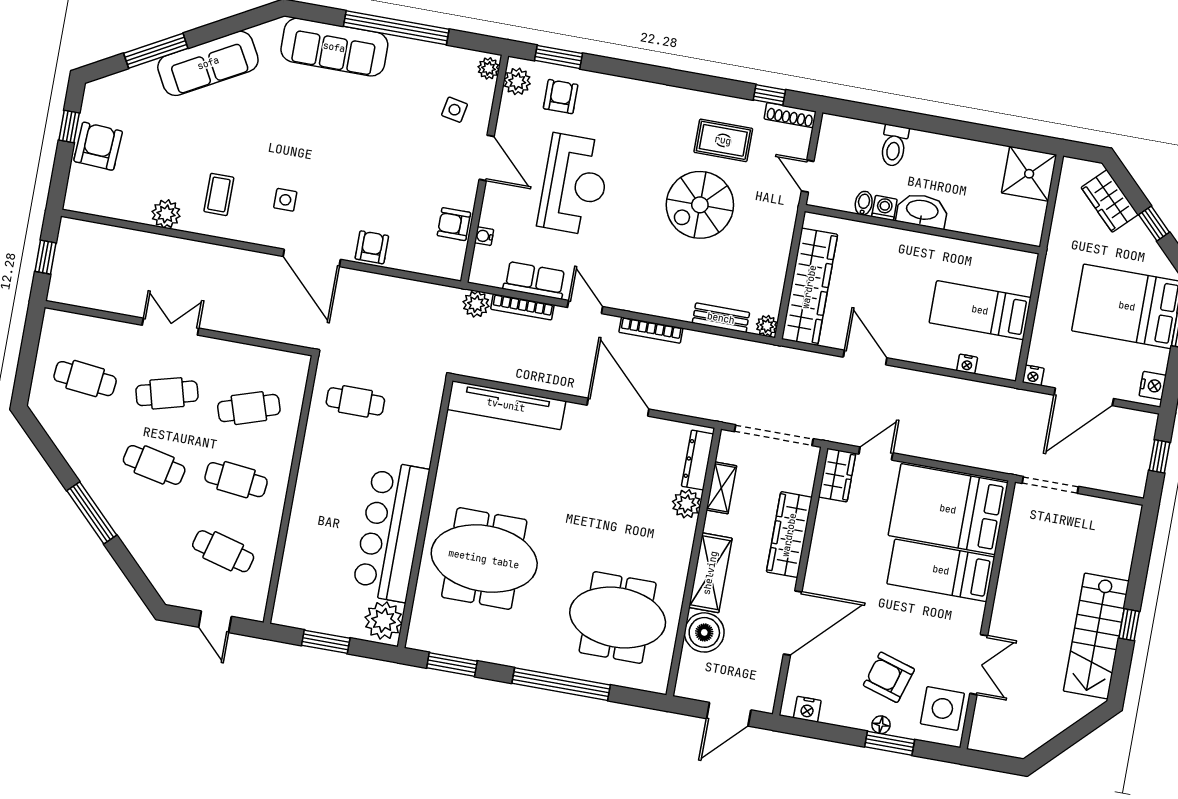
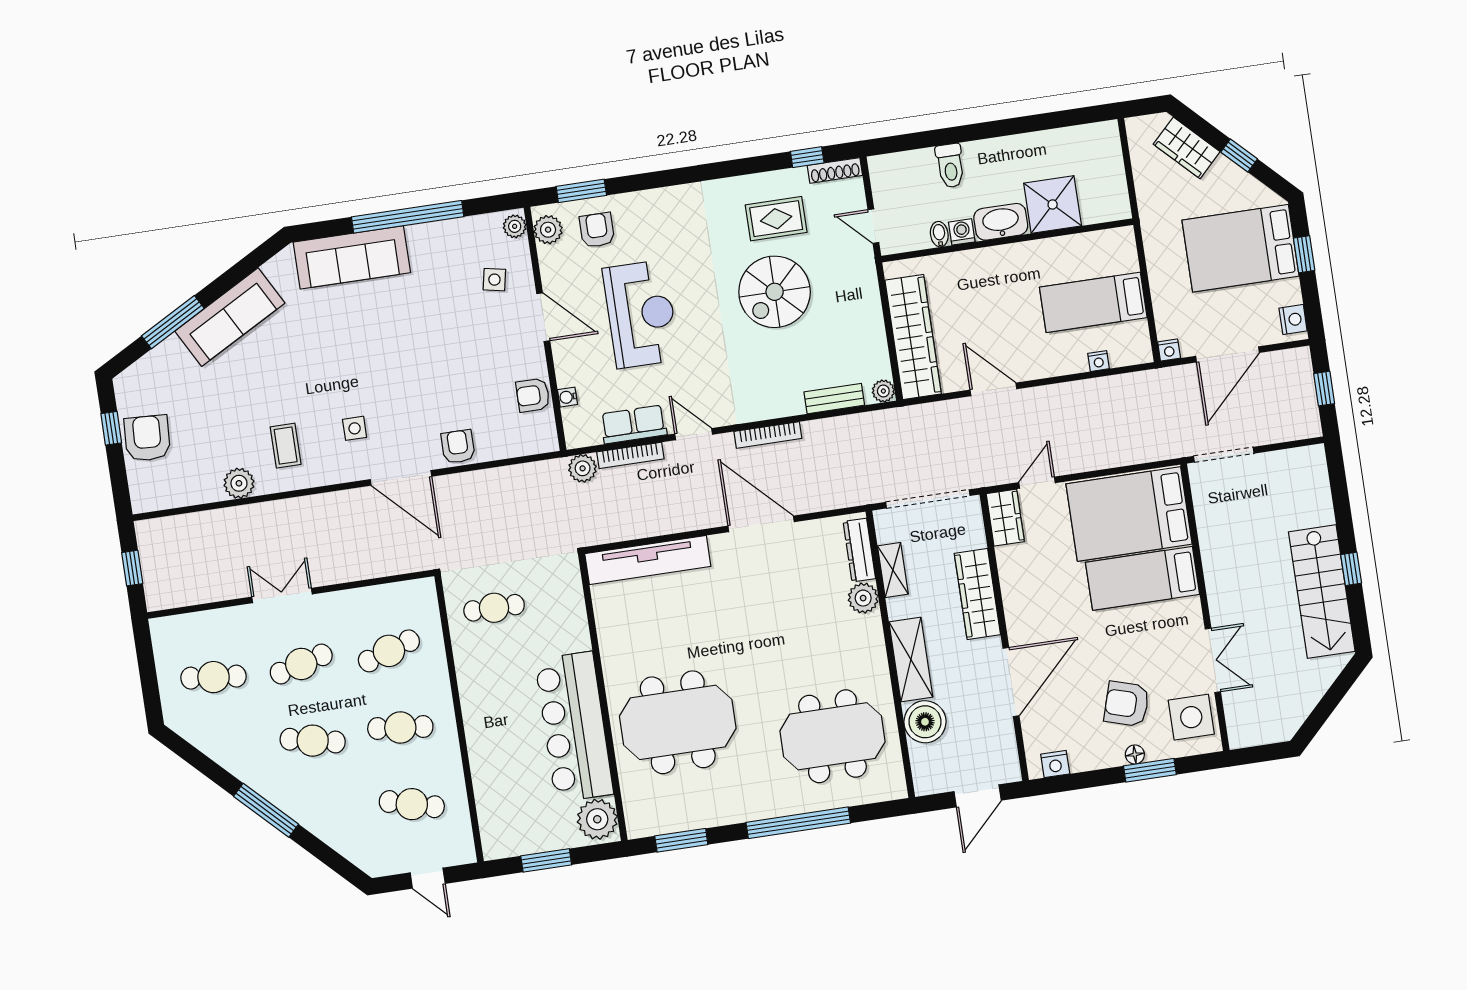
shower: (1029, 174) -> (1053, 204), moved

